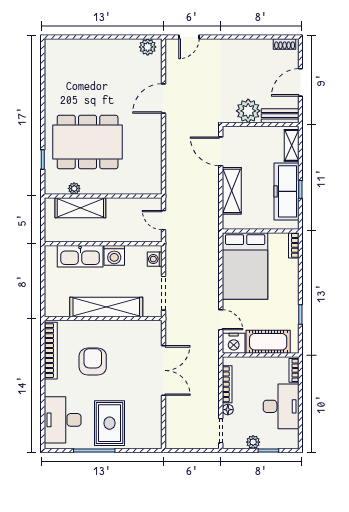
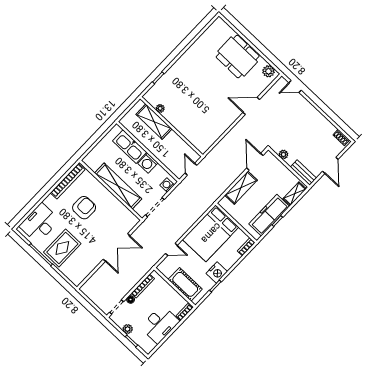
door: (300, 82) -> (330, 165), swing flipped
plant: (248, 111) -> (283, 154), width x0.53, depth x0.53
dining table: (88, 142) -> (238, 57), moved, width x0.73, depth x0.80
door: (221, 320) -> (171, 249), hinge flipped
nightstand: (234, 343) -> (217, 273), moved, turned -90

